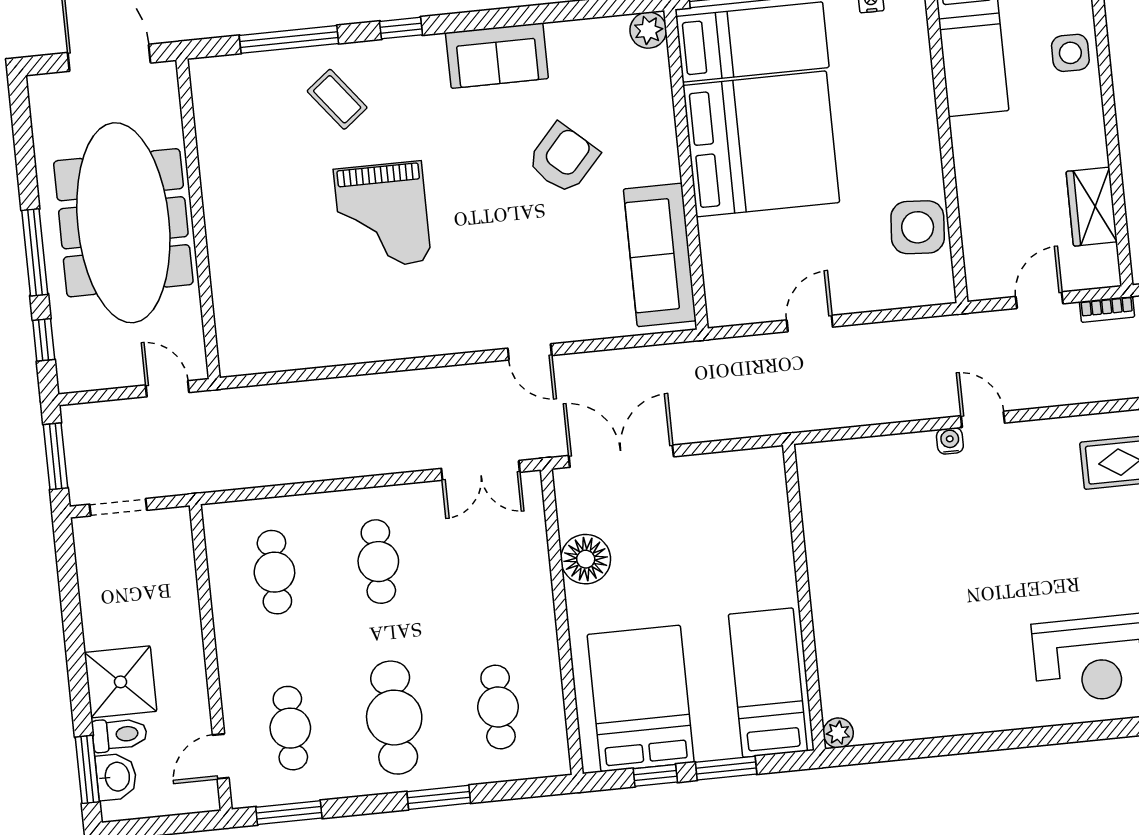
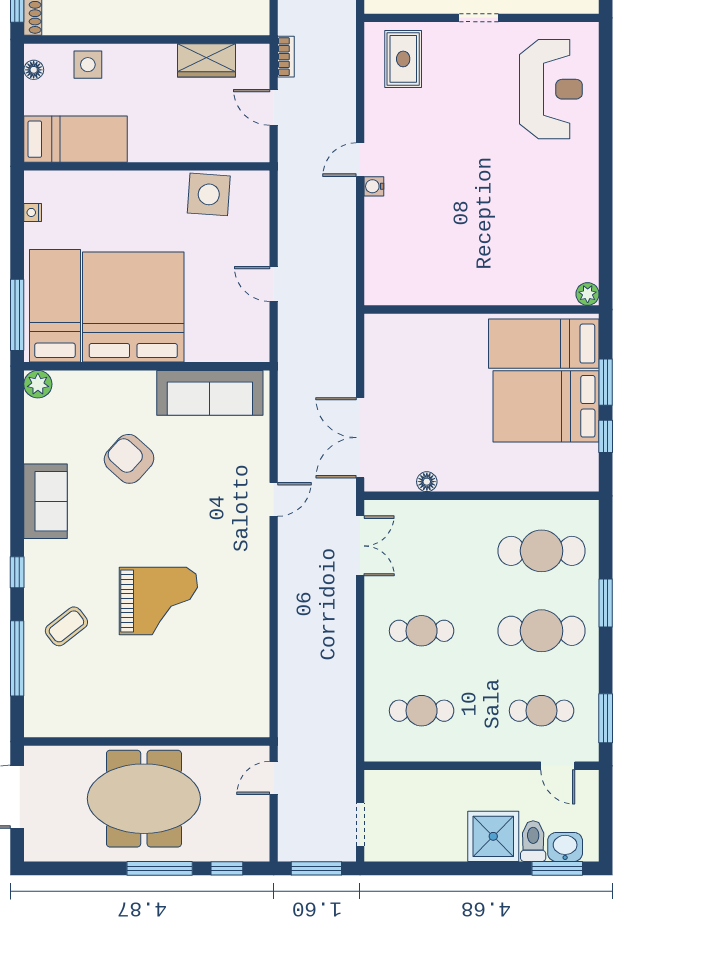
meeting table: (123, 223) -> (144, 799), width x0.73
floor lamp: (586, 559) -> (427, 482), width x0.53, depth x0.53
bed: (641, 698) -> (546, 406), moved
cafe table: (498, 707) -> (542, 551), width x1.37, depth x1.35

